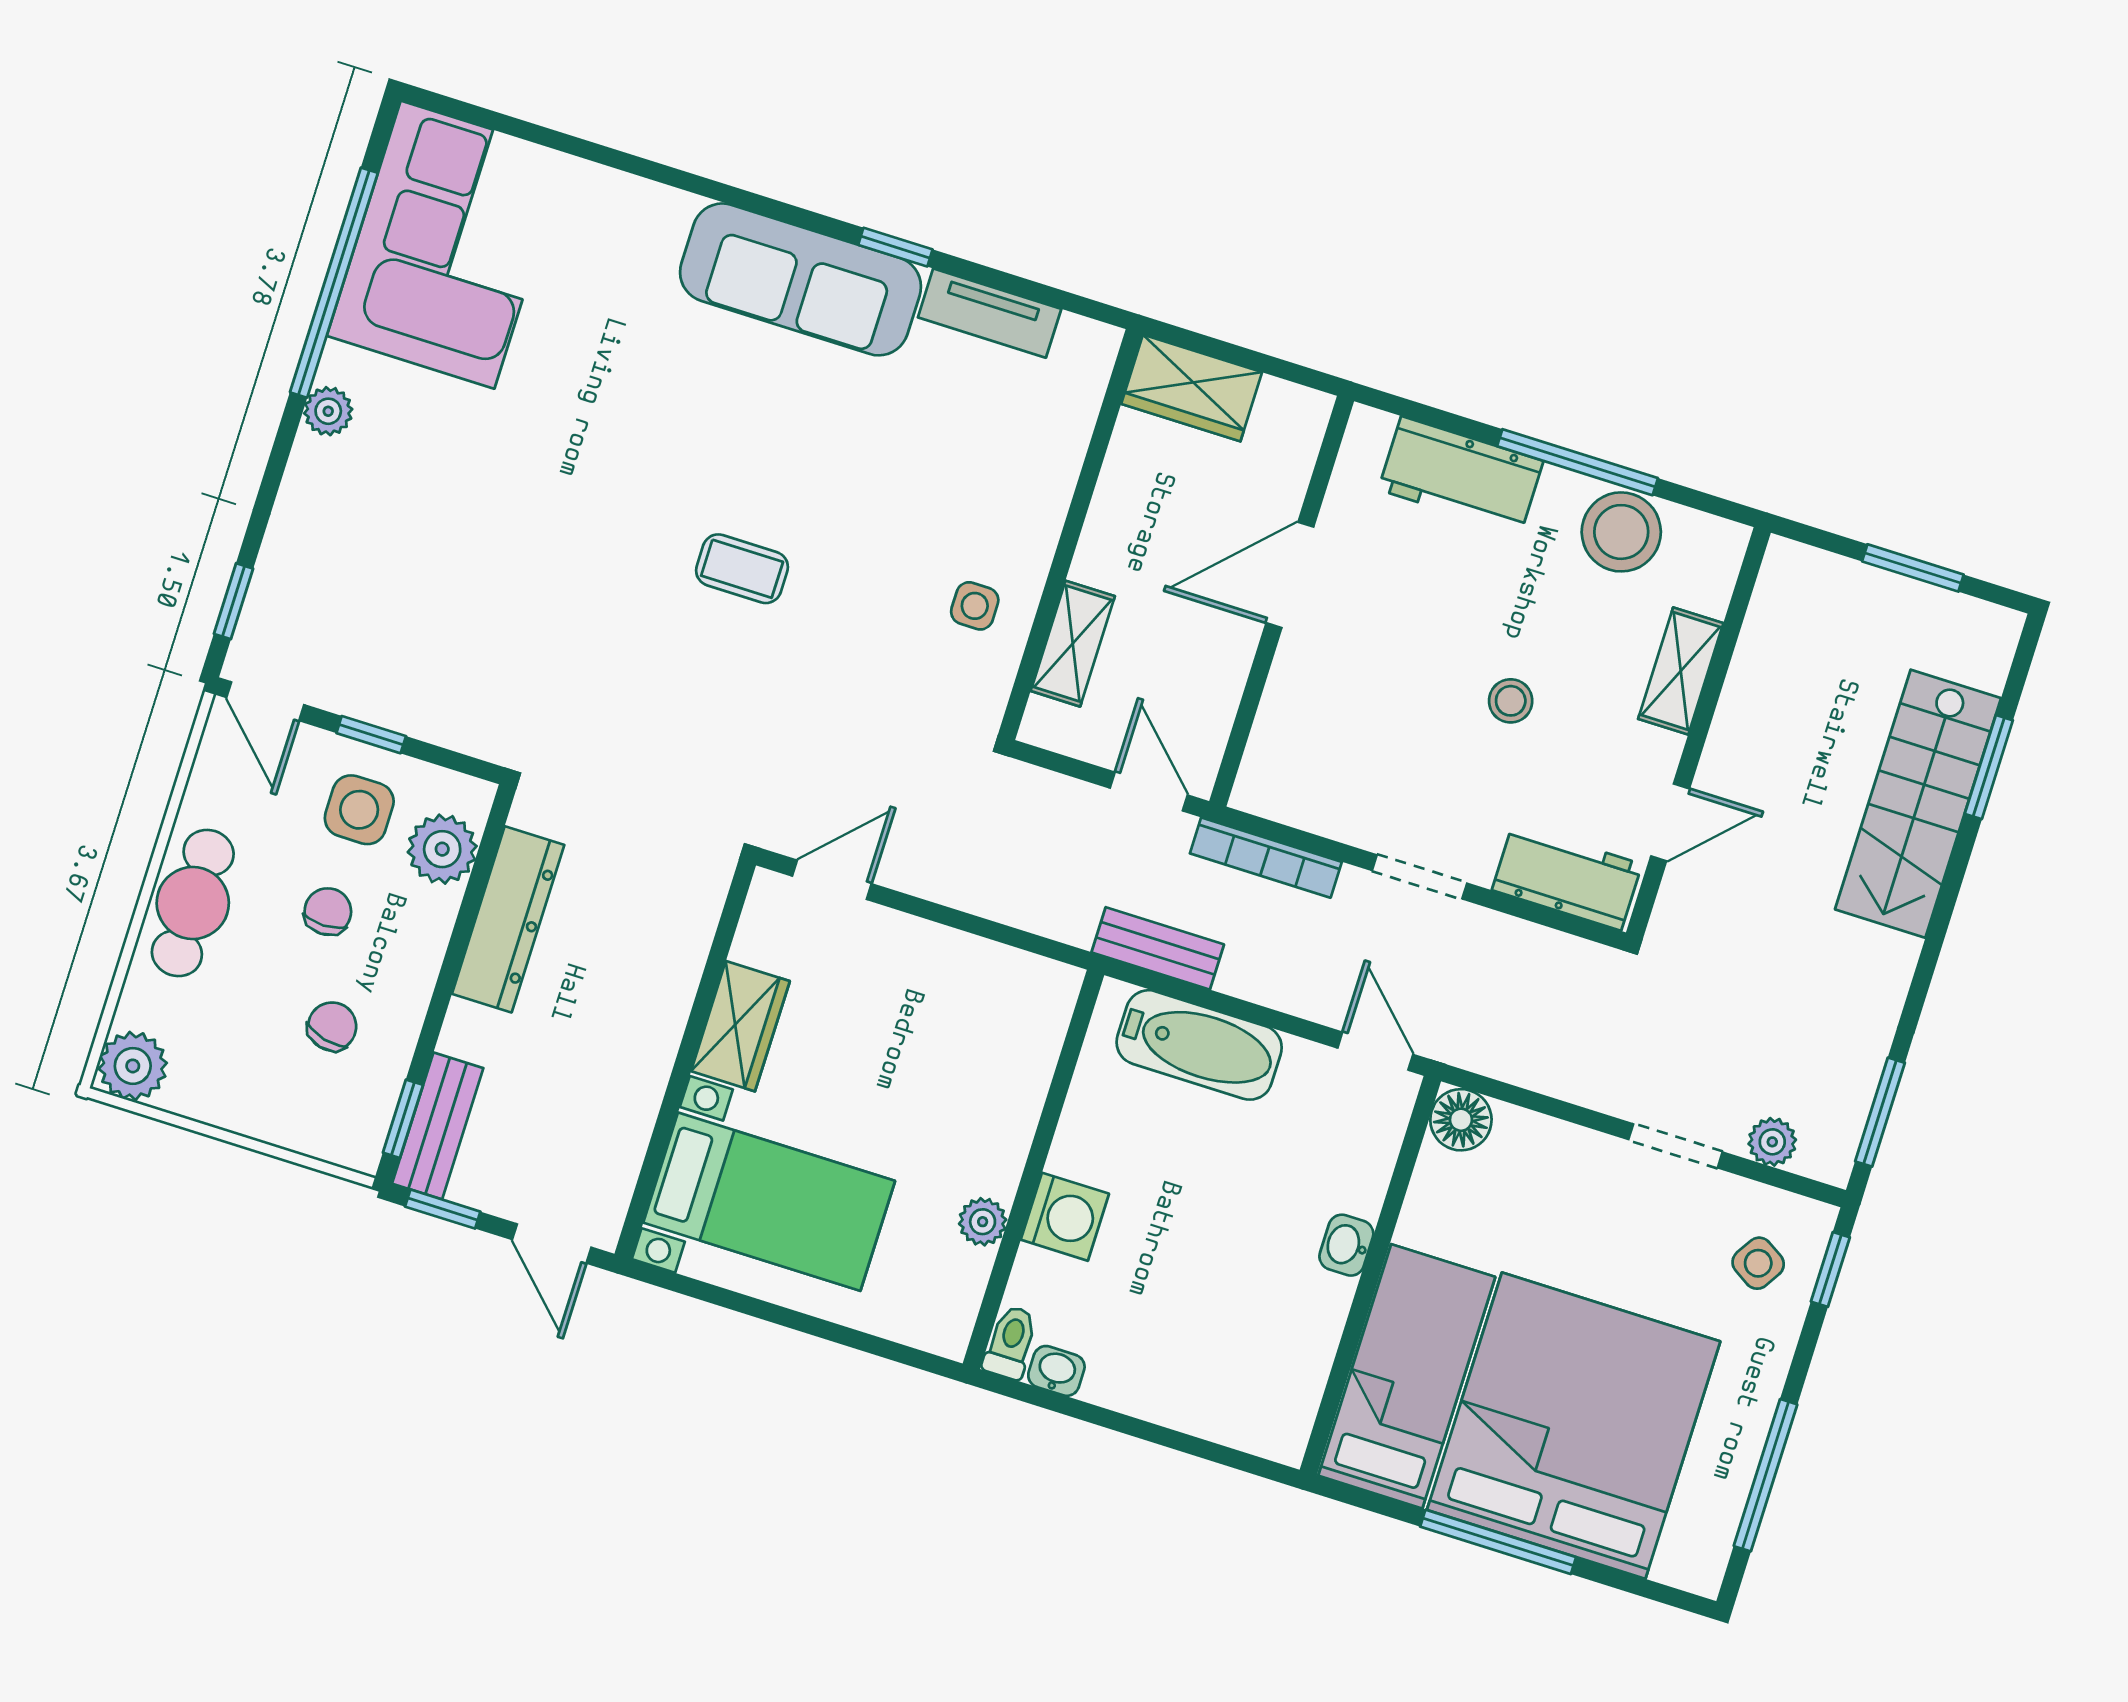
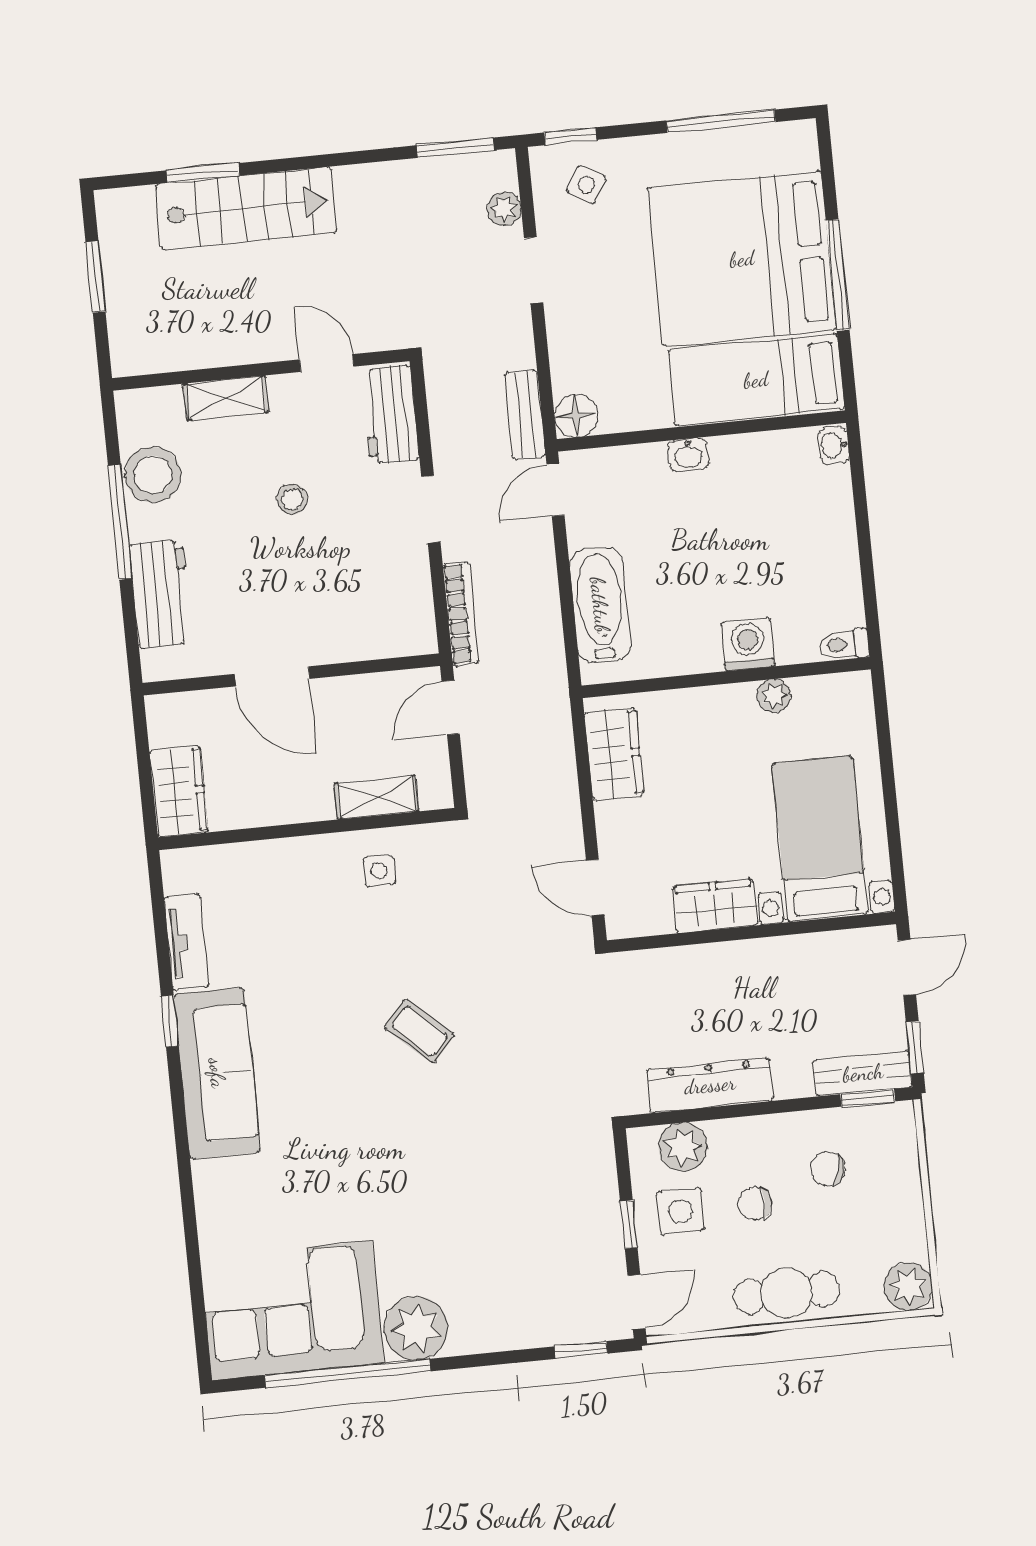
plant: (328, 411) -> (416, 1328), width x1.87, depth x1.87
coffee table: (742, 569) -> (419, 1031), turned -48
bench: (1158, 948) -> (525, 415), moved
wardrobe: (996, 979) -> (614, 754), added
washbasin: (1056, 1371) -> (833, 445), moved

